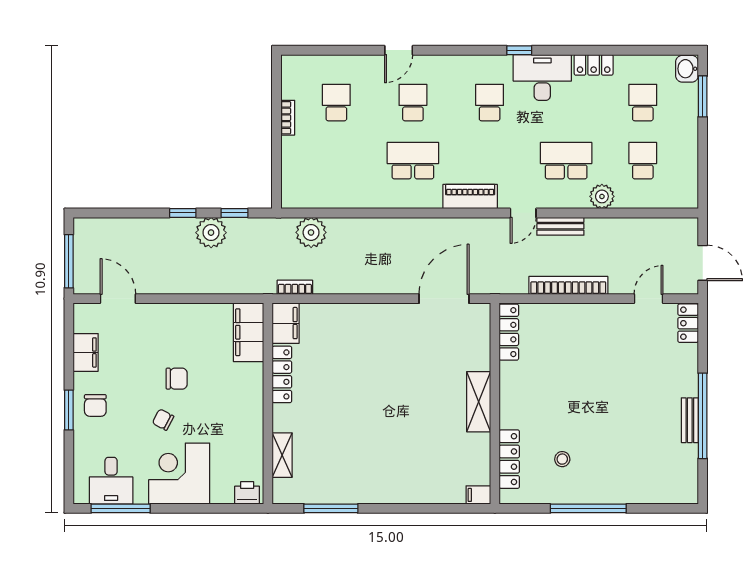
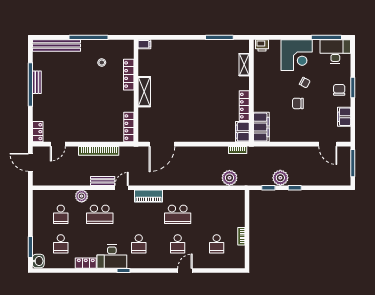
locker: (509, 459) -> (129, 75), moved
desk: (111, 481) -> (335, 52), width x1.37
bench: (651, 492) -> (56, 46), added

